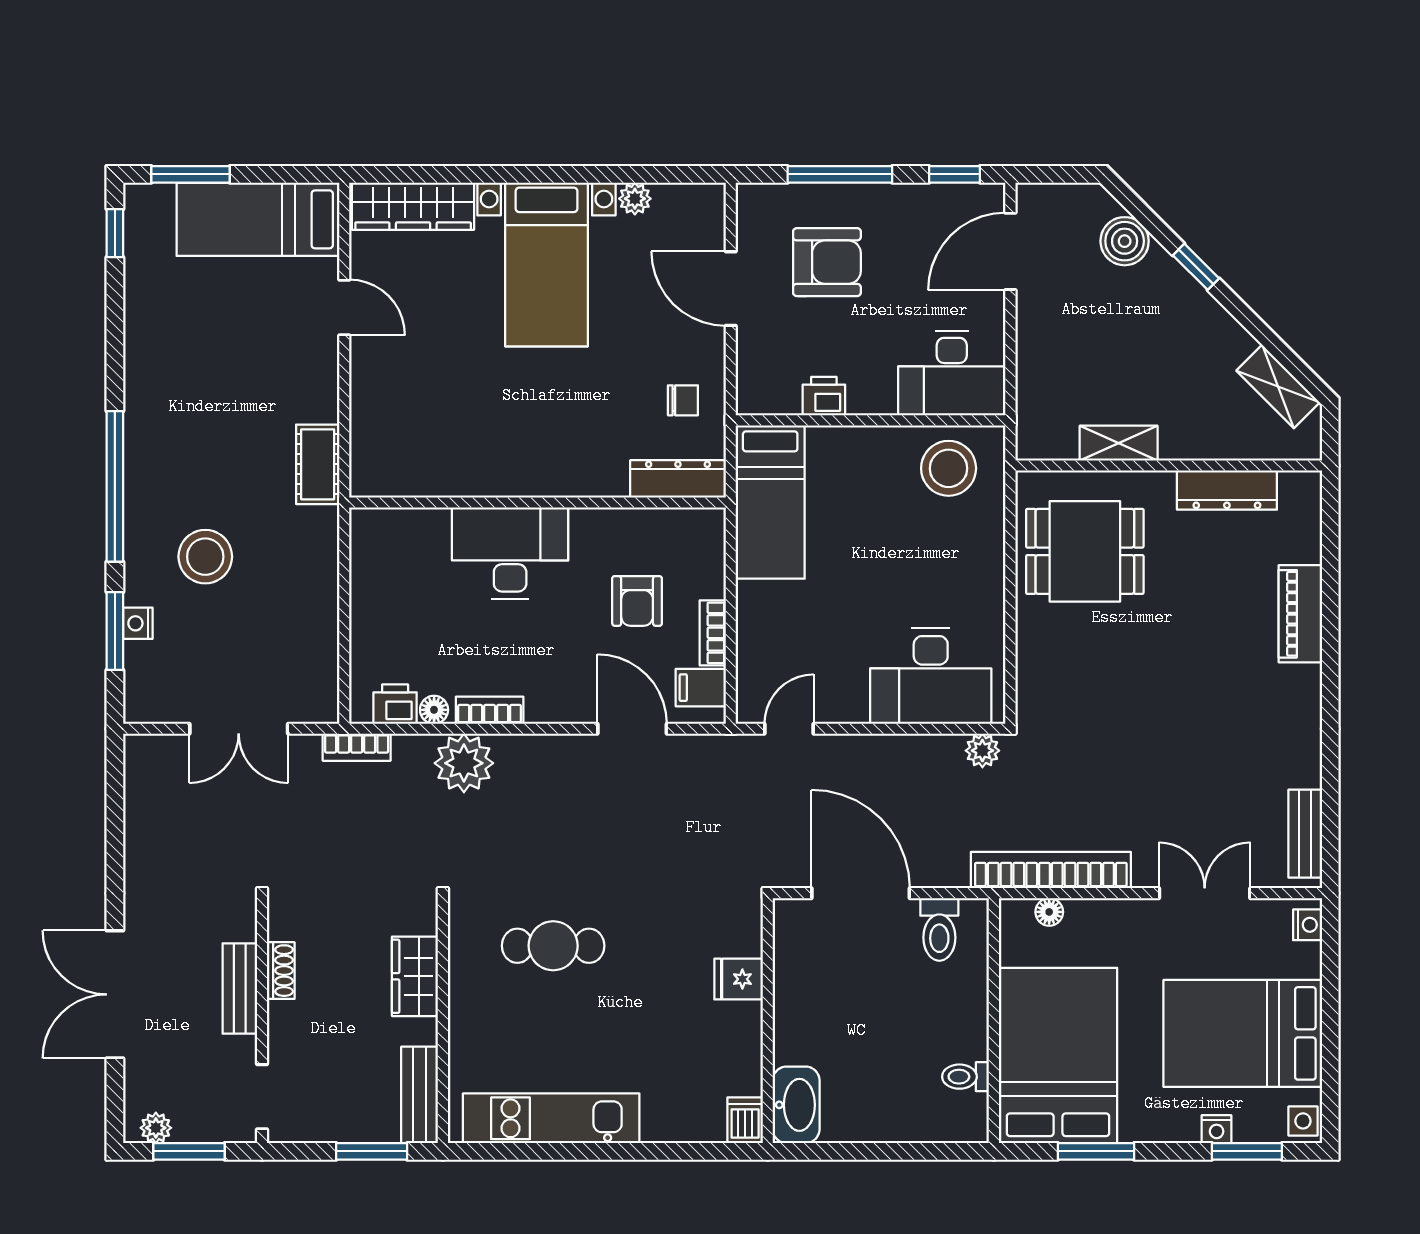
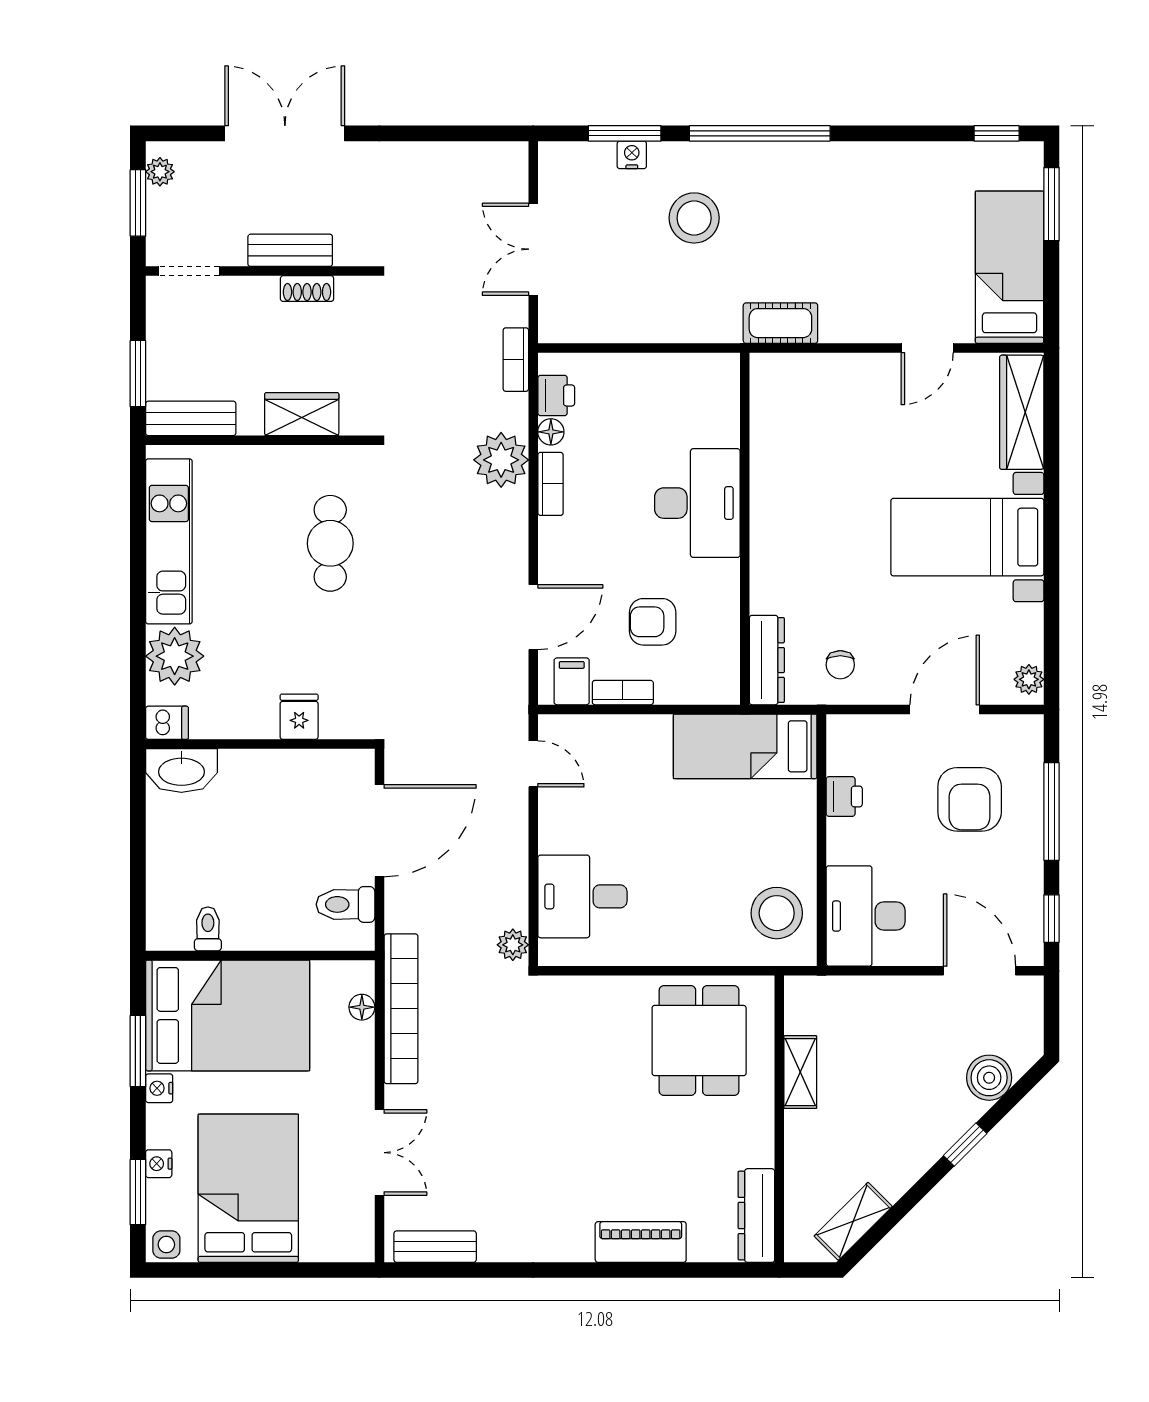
plant: (635, 199) -> (1029, 679), moved
dresser: (1227, 490) -> (756, 1216), moved
desk: (931, 676) -> (582, 896), width x0.73
nightstand: (1308, 925) -> (159, 1088), moved, turned 90
plant: (674, 1112) -> (175, 656), added

